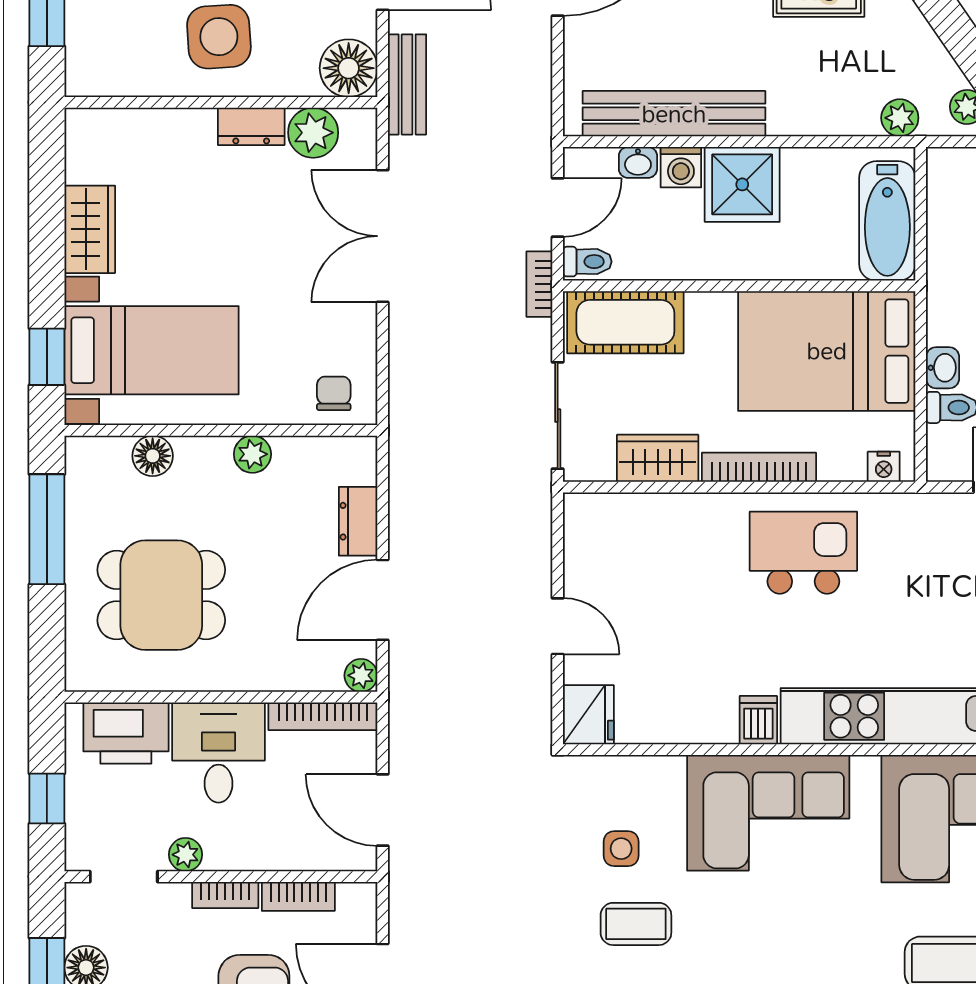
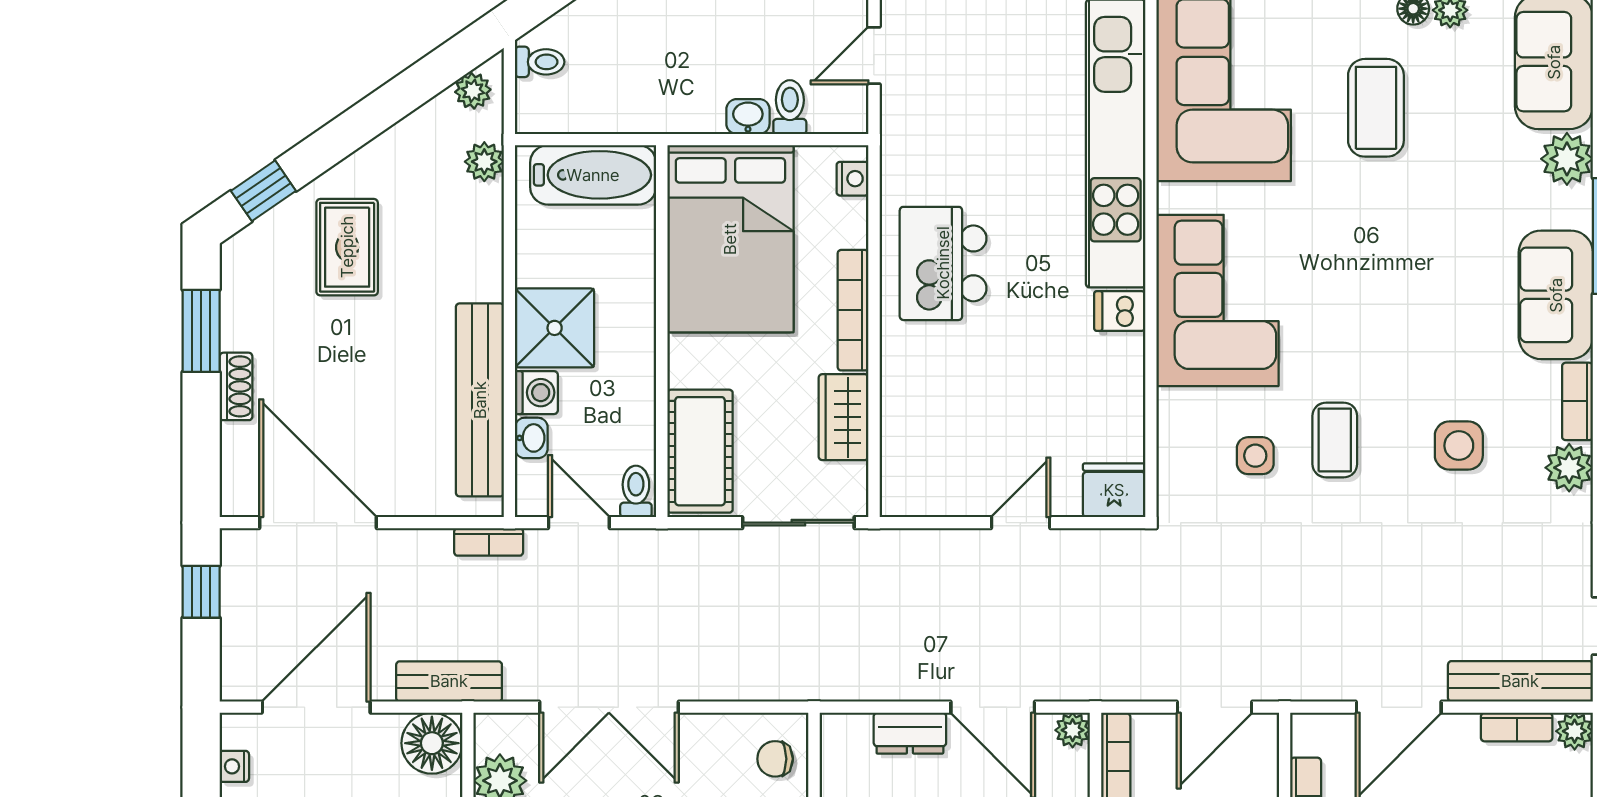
bookcase: (539, 284) -> (489, 542), moved

